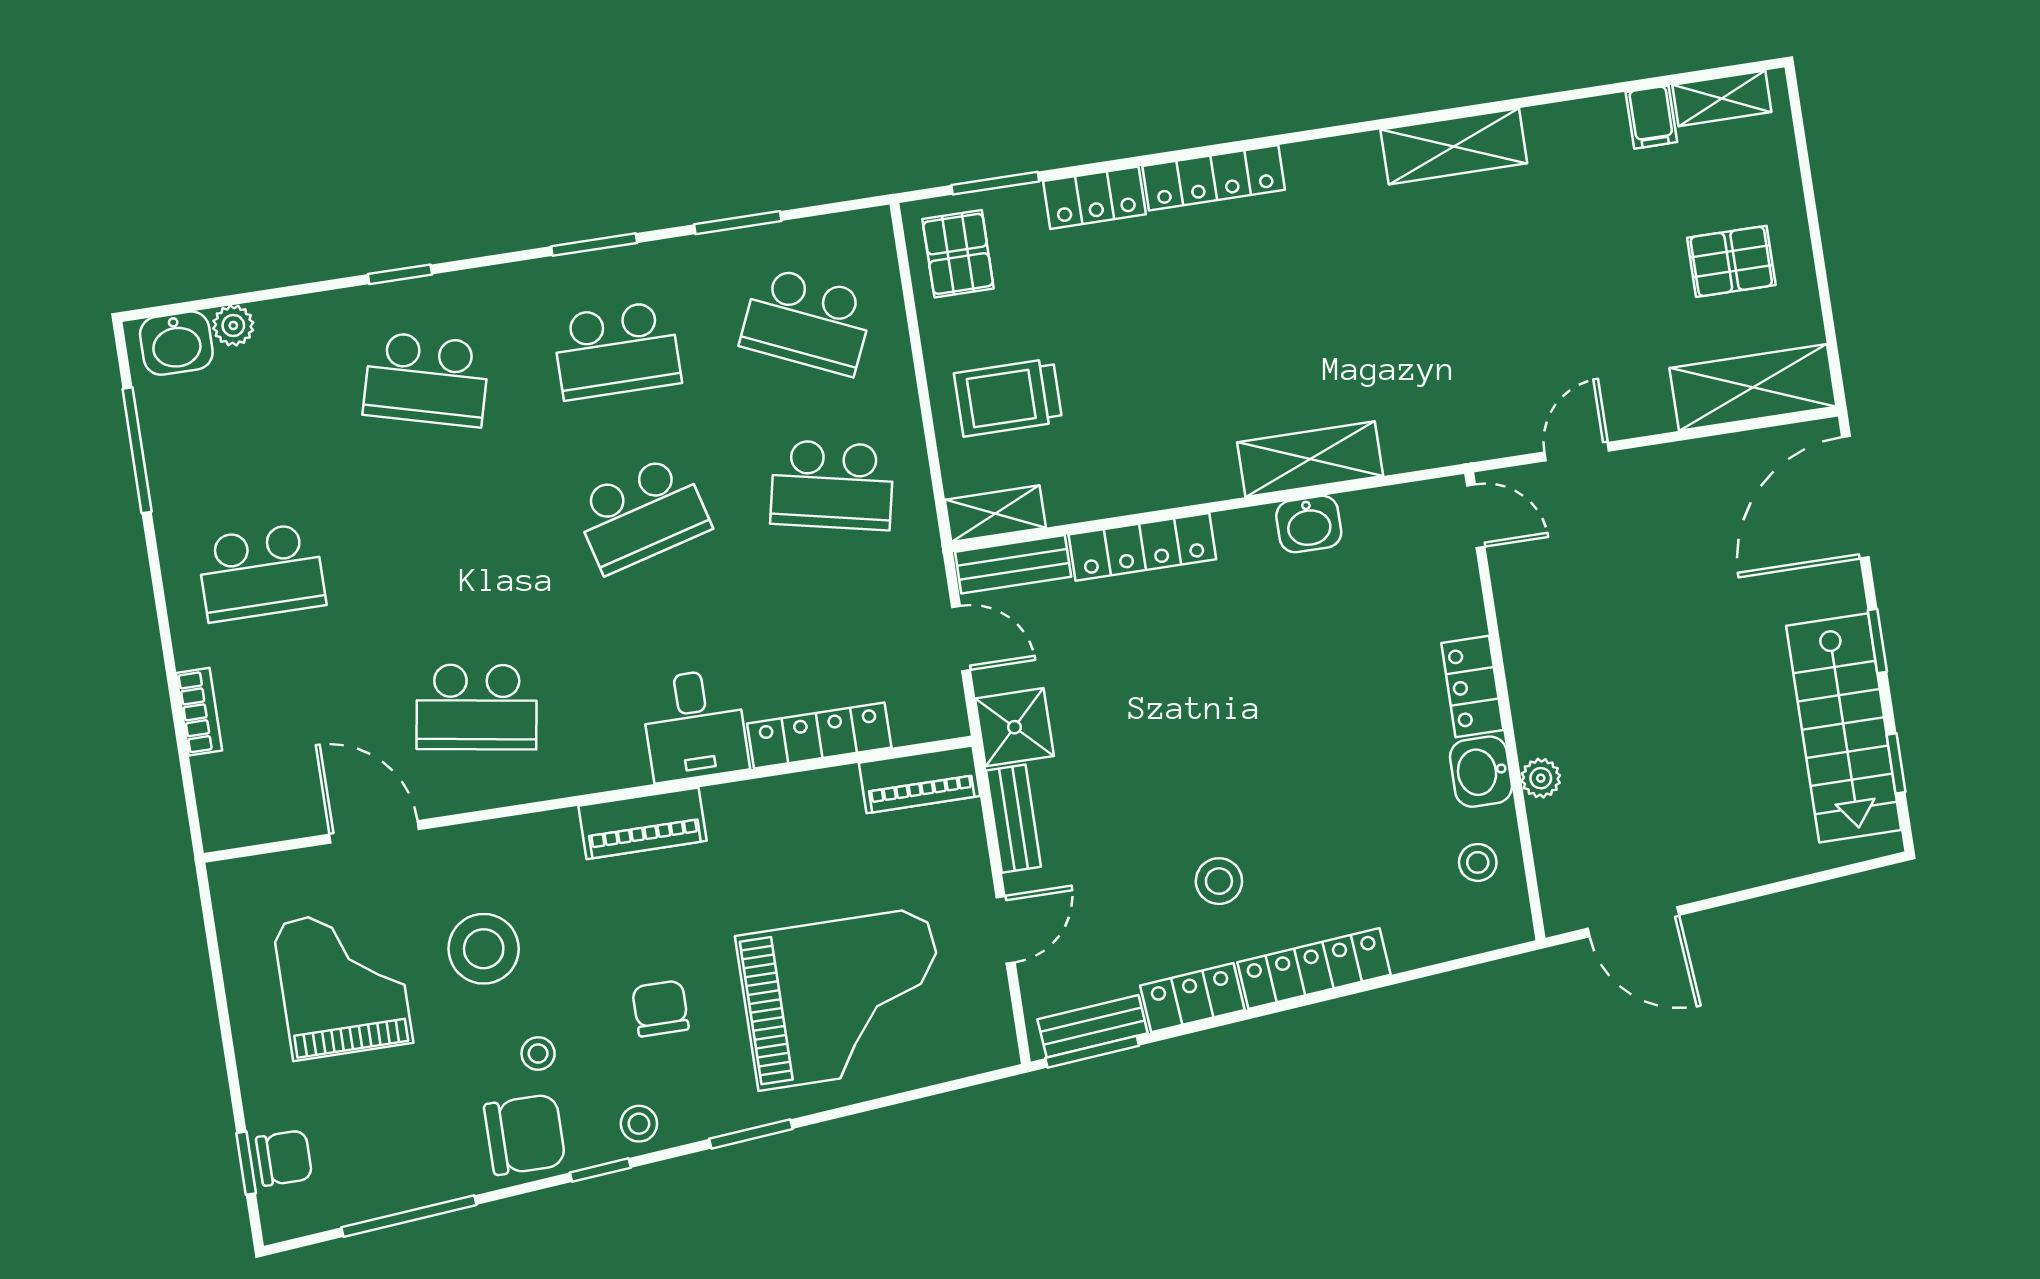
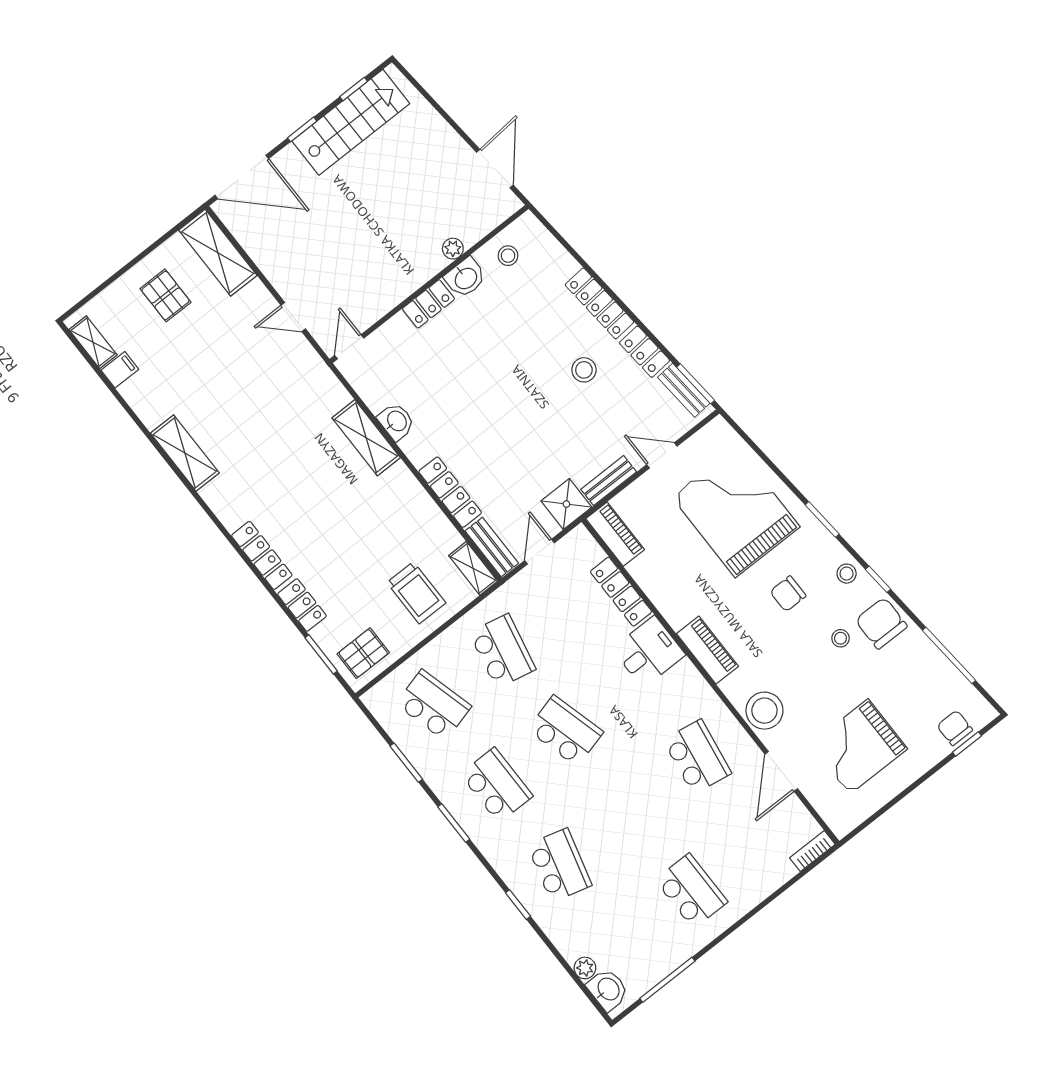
school desk: (807, 321) -> (434, 705), turned -39
bookcase: (199, 712) -> (812, 851), moved
stool: (484, 949) -> (764, 711), moved

